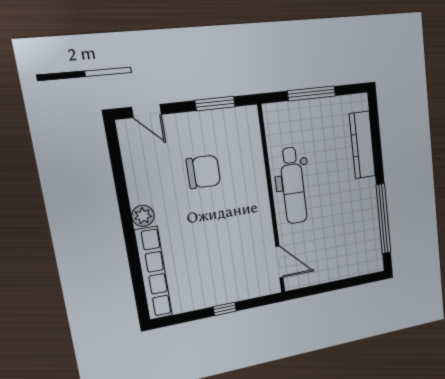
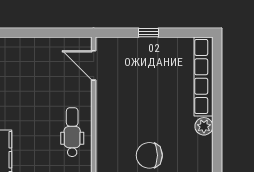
dental chair: (293, 186) -> (72, 132), width x0.73, depth x0.72

